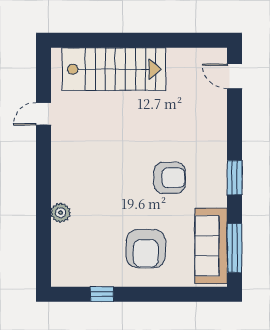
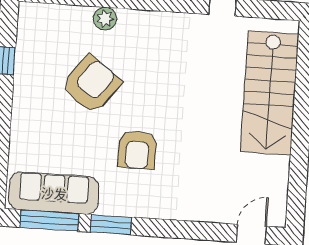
window: (235, 178) -> (111, 225), moved
armchair: (146, 249) -> (91, 84), moved, turned 127

